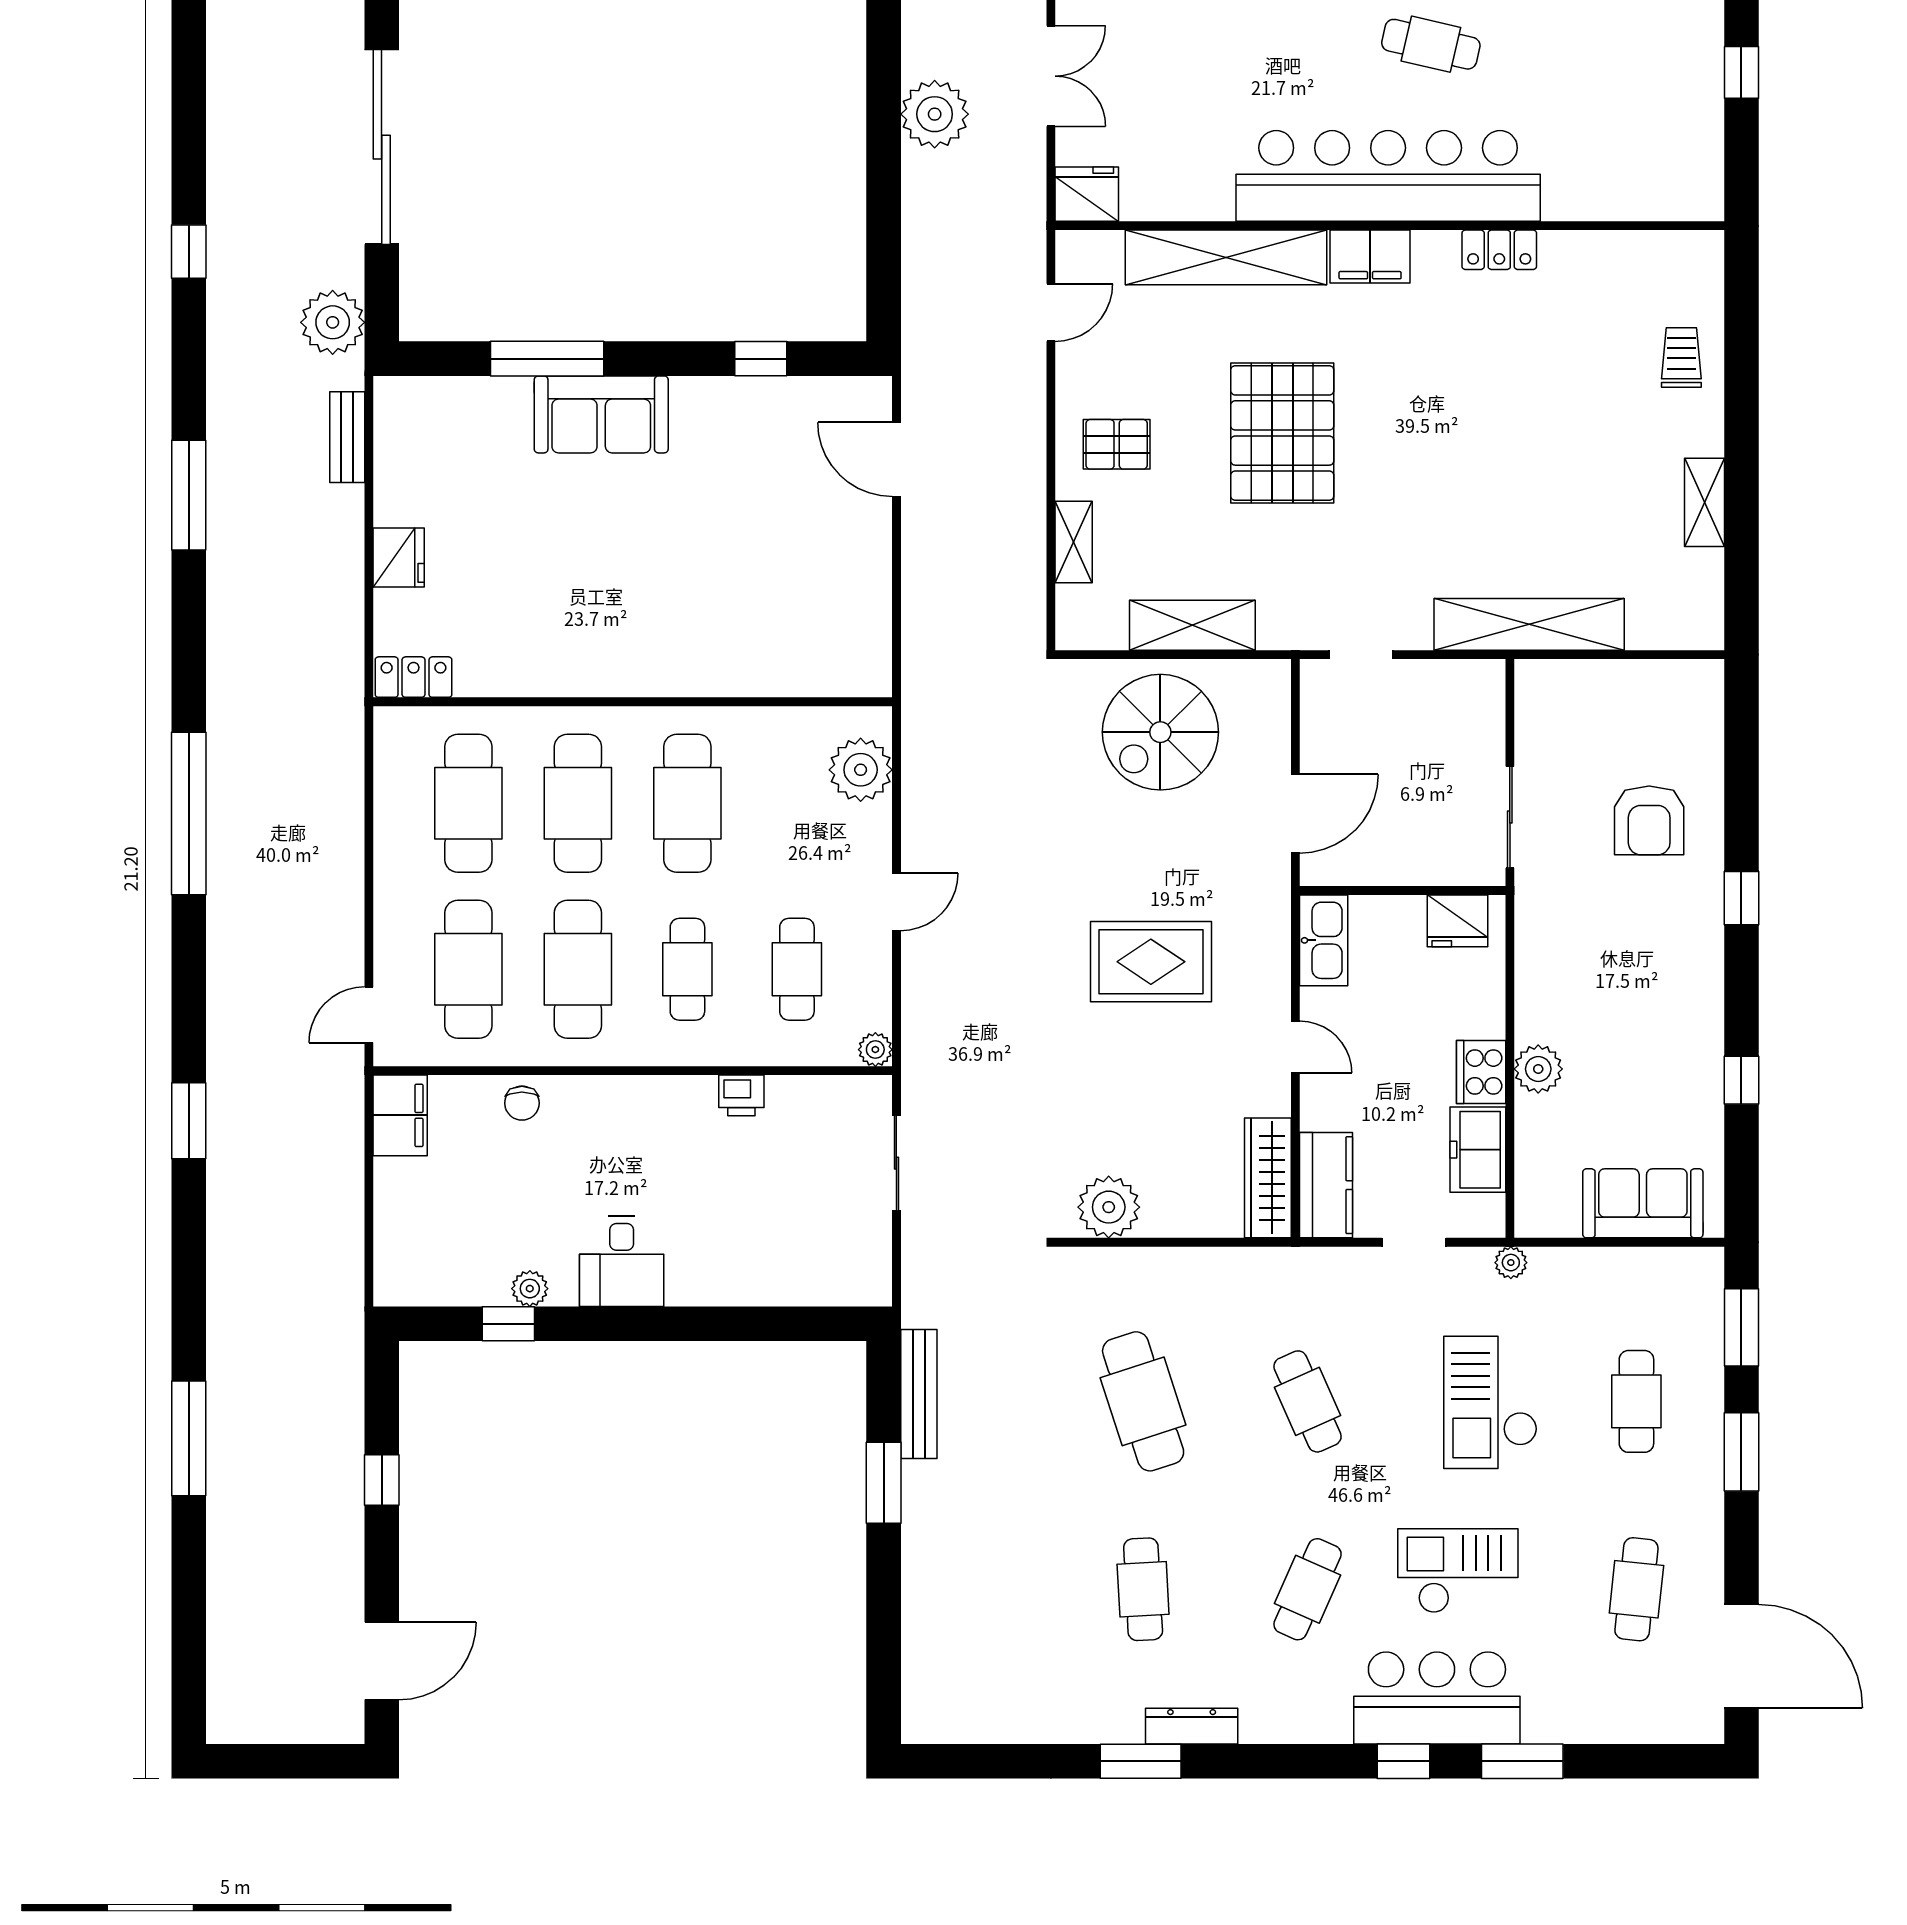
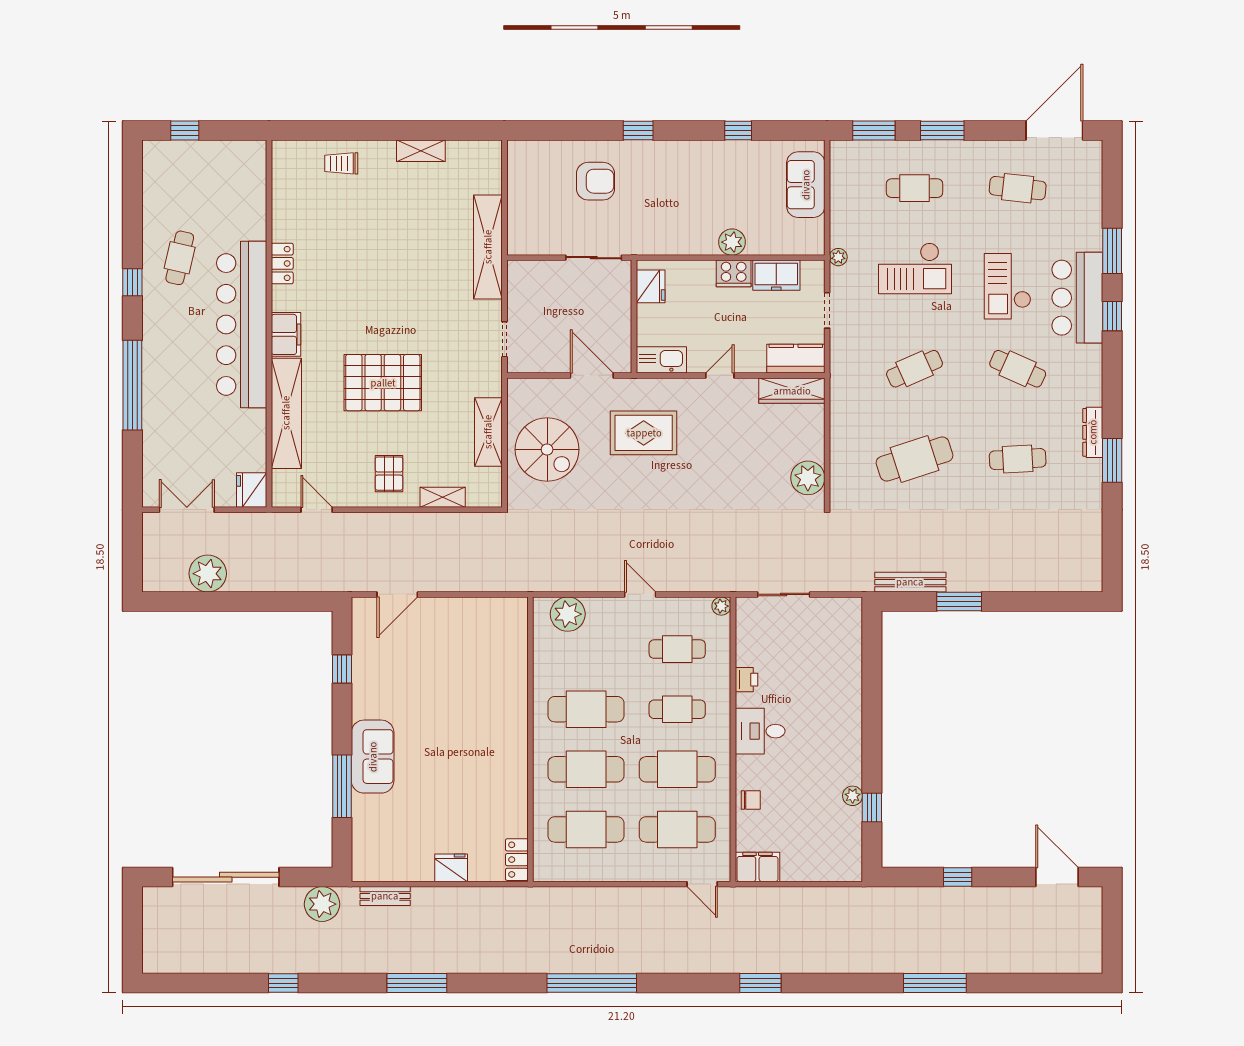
cafe table: (1431, 44) -> (180, 258), moved
rug: (1151, 962) -> (644, 433), moved, turned 90
desk: (622, 1261) -> (760, 731), moved, turned 180

